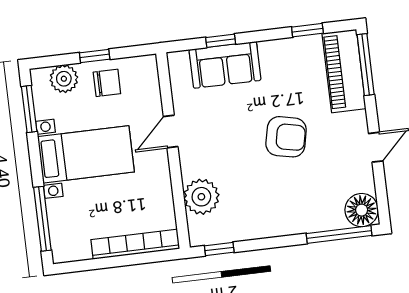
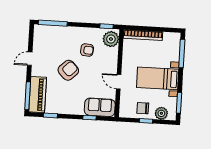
sofa: (225, 65) -> (100, 107), moved
door: (171, 132) -> (119, 82), swing flipped
armchair: (286, 137) -> (68, 70), turned 124
armchair: (253, 189) -> (87, 50), added
plant: (201, 197) -> (111, 39), moved
floor lamp: (362, 210) -> (41, 32), removed

